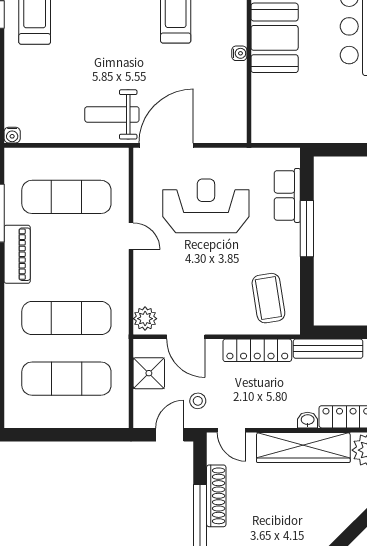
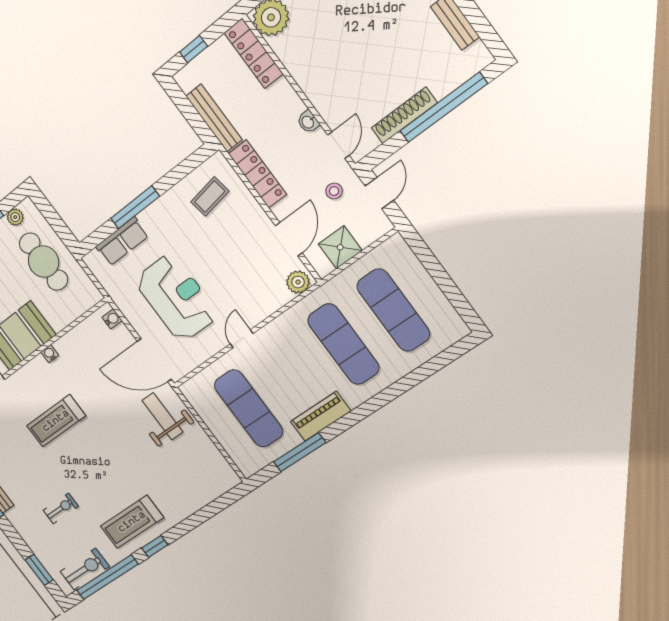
cafe table: (322, 112) -> (44, 262), added
weight bench: (112, 114) -> (163, 416), turned 180
water cooler: (12, 135) -> (112, 319), moved
reception desk: (206, 206) -> (176, 298), turned 180
coffee table: (268, 298) -> (210, 197), width x0.73, depth x0.77
washbasin: (308, 420) -> (308, 122), moved
door: (170, 435) -> (379, 193), swing flipped
wardrobe: (303, 448) -> (309, 74), removed

